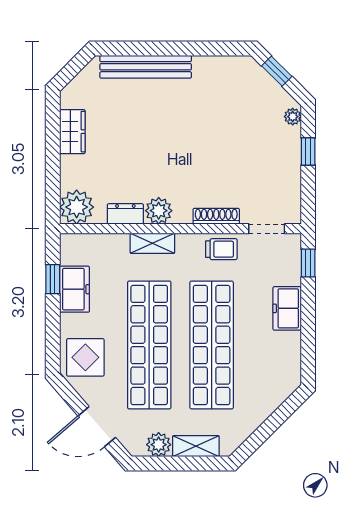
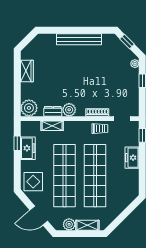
bench: (146, 67) -> (79, 39), moved
shelving: (152, 243) -> (52, 126), moved

